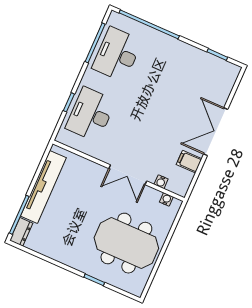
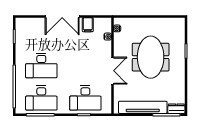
desk: (161, 74) -> (41, 66), added
double door: (128, 175) -> (112, 71), moved
meeting table: (126, 243) -> (151, 57), moved

